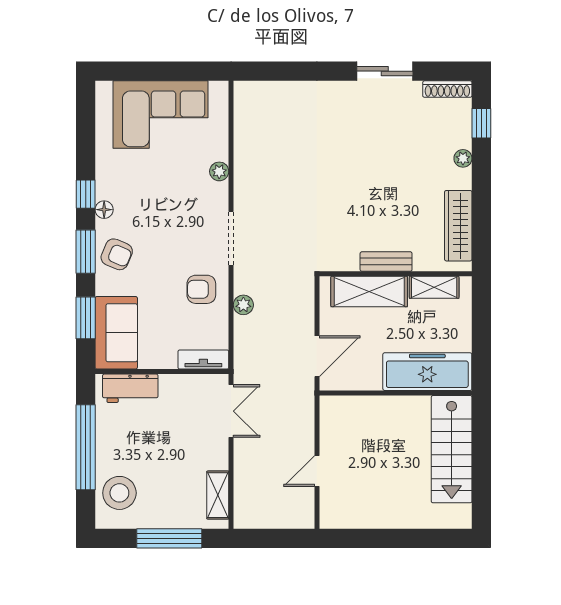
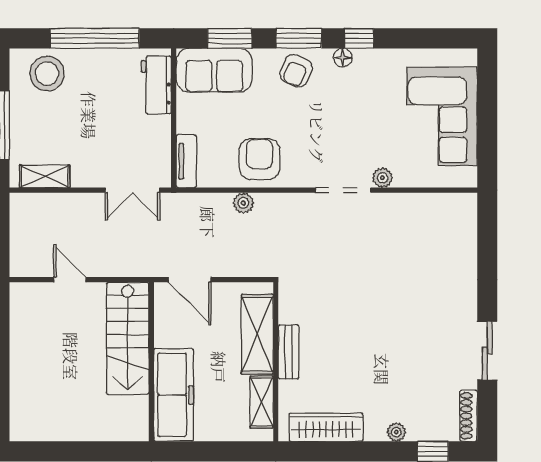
doorway: (231, 238) -> (343, 190), moved
armchair: (201, 289) -> (260, 159), width x1.38, depth x1.38
stairs: (452, 449) -> (128, 338), moved, turned -90

